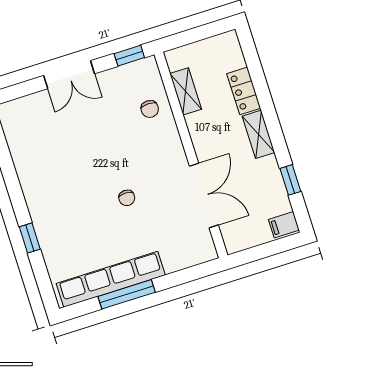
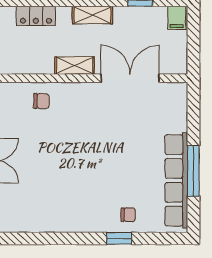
shelving: (186, 91) -> (75, 66), moved
locker: (244, 91) -> (36, 16), moved
chair: (127, 198) -> (128, 215), moved

